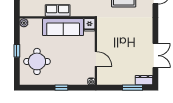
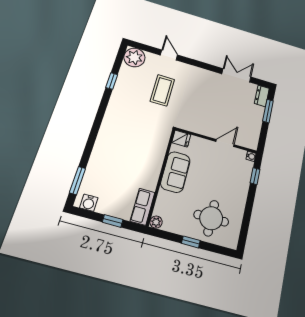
row of seats: (58, 10) -> (143, 207), moved
sofa: (63, 27) -> (175, 172), width x0.73
window: (61, 88) -> (255, 176), moved

